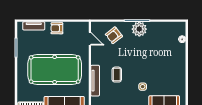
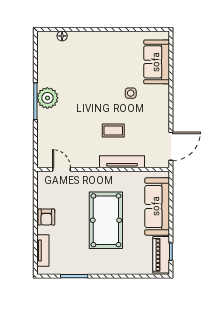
armchair: (114, 35) -> (56, 135), removed
door: (90, 39) -> (62, 169), hinge flipped
pool table: (55, 70) -> (106, 220), width x0.73, depth x0.76

